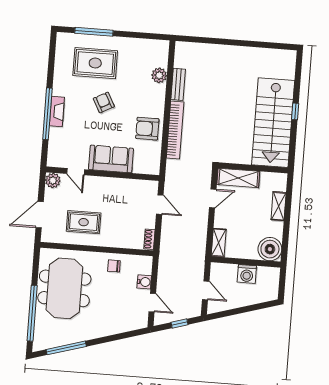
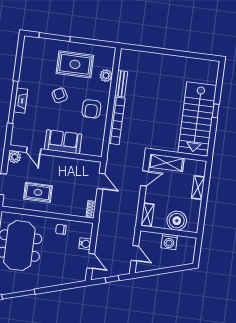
rug: (95, 63) -> (75, 64), moved
armchair: (147, 129) -> (91, 109), moved, turned -90
boiler: (270, 249) -> (177, 221), moved

